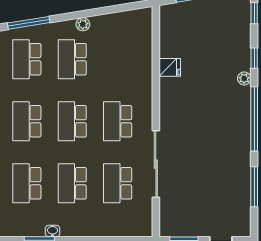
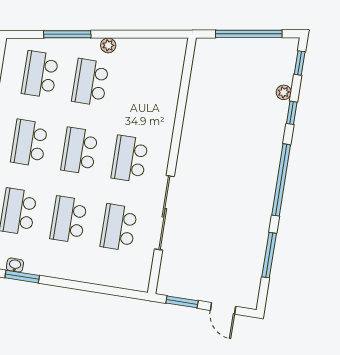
window: (29, 23) -> (67, 34), moved
fridge: (170, 67) -> (197, 108), removed
plant: (244, 78) -> (284, 92), moved
washbasin: (53, 231) -> (15, 265), moved

